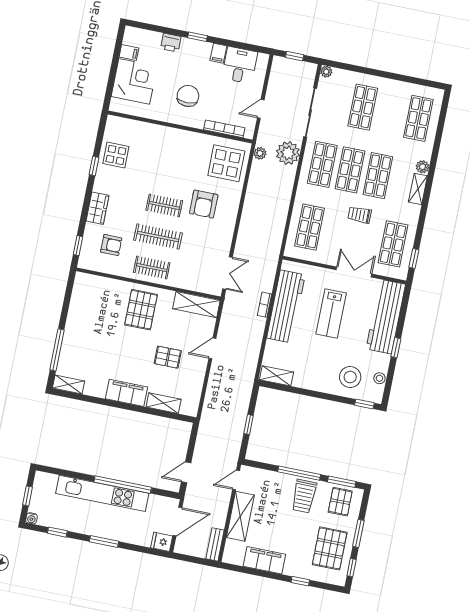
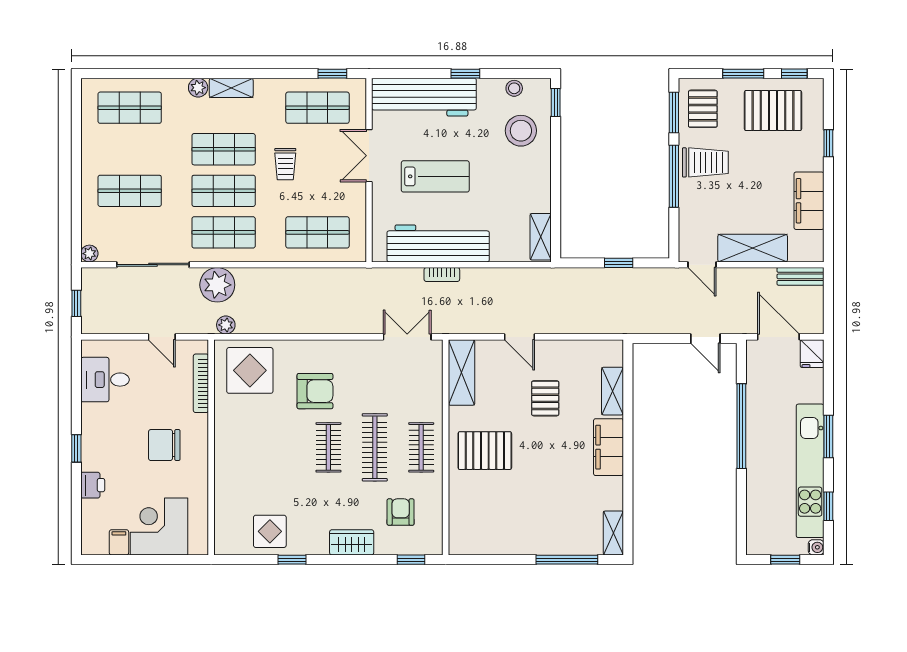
filing cabinet: (218, 53) -> (94, 414), removed
kitchen unit: (102, 493) -> (810, 471), moved, turned 180
pallet: (340, 502) -> (703, 109), turned 90

